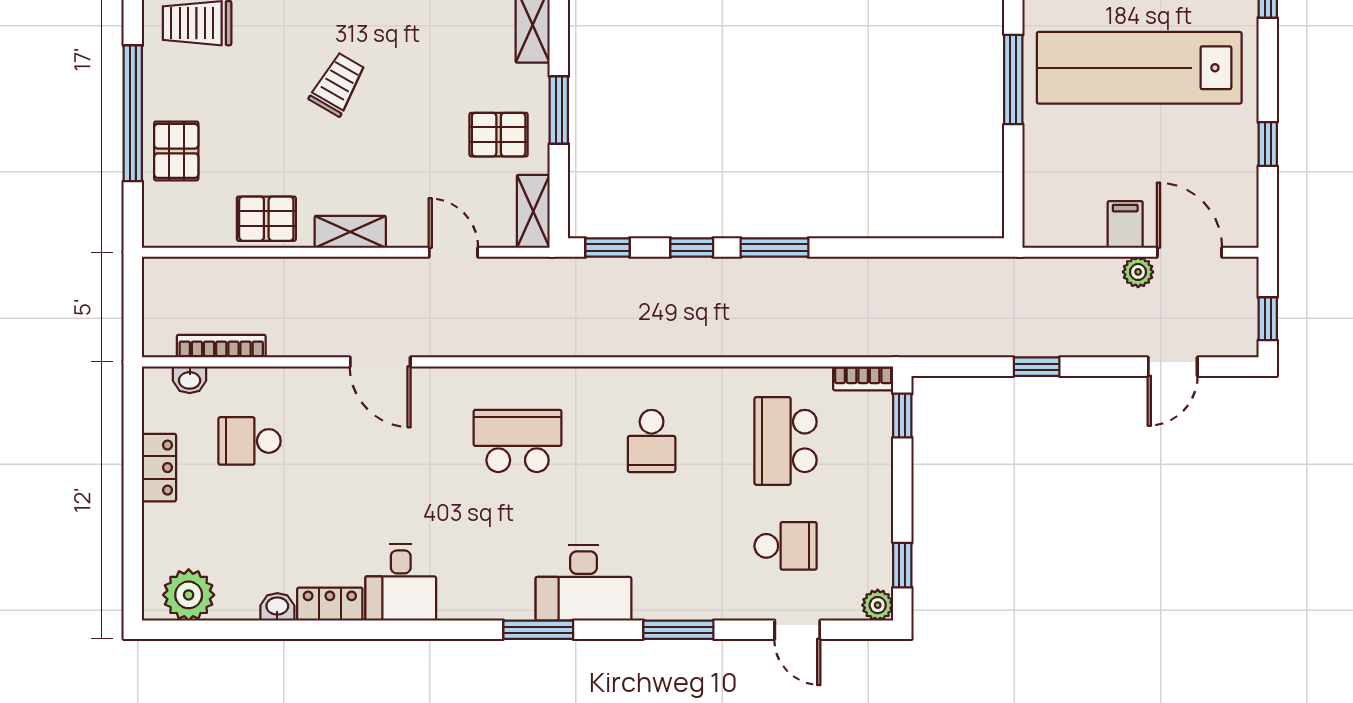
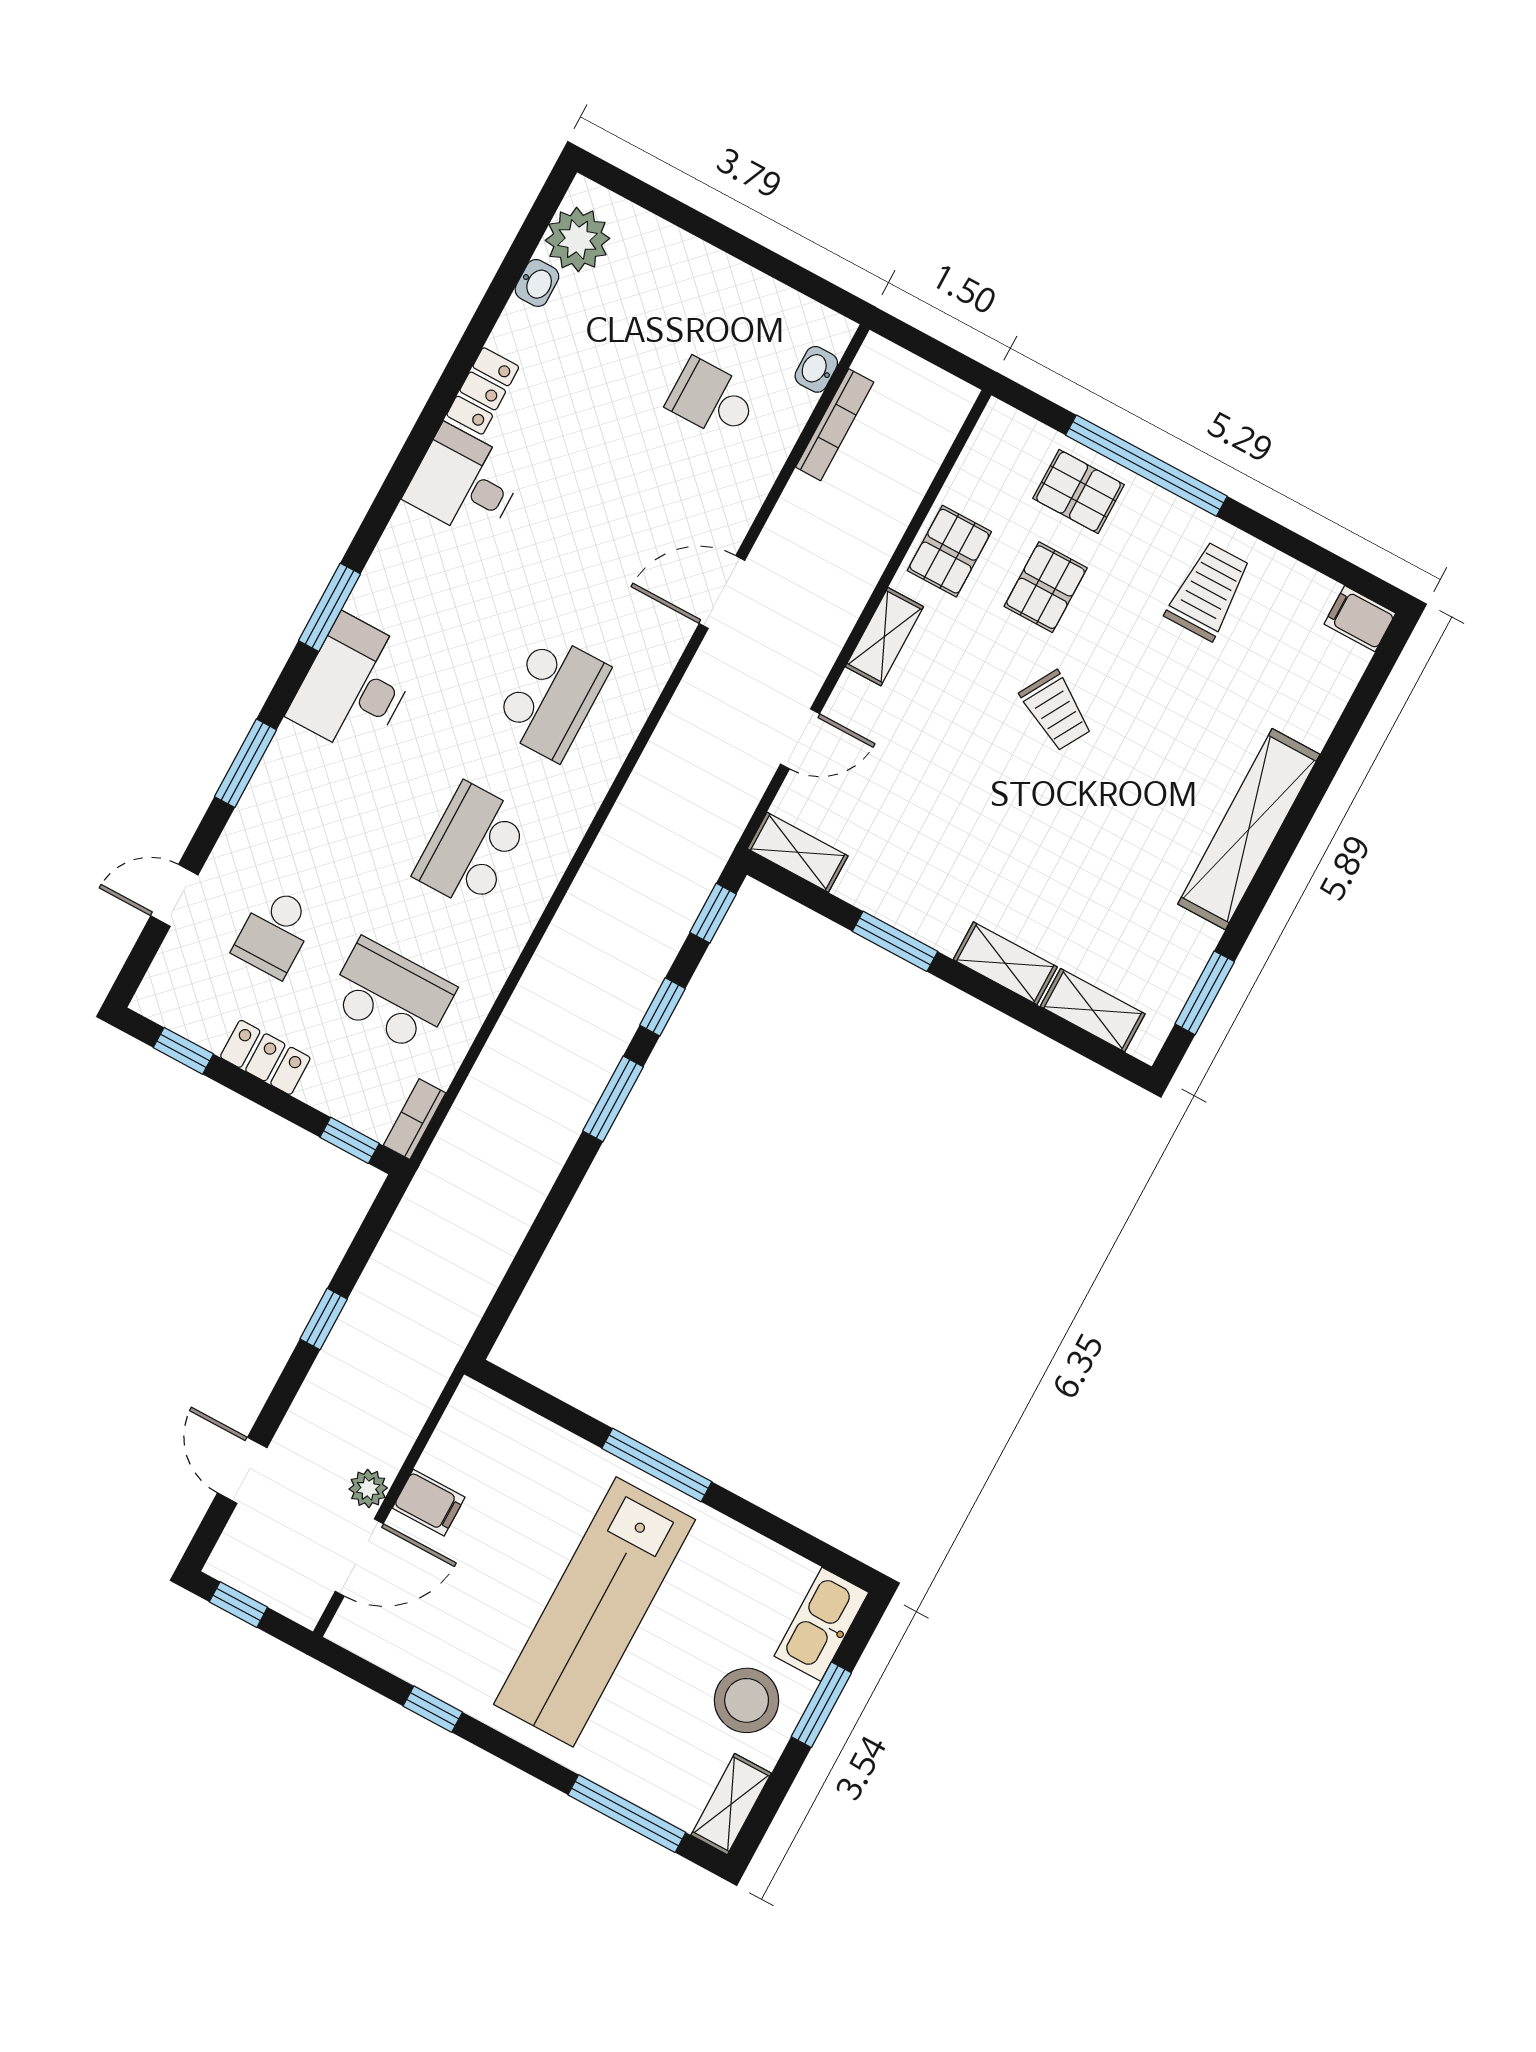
lab bench: (1139, 68) -> (595, 1612), turned 180
pallet: (499, 135) -> (1046, 587), moved
school desk: (250, 441) -> (712, 399), turned -90
school desk: (652, 441) -> (472, 846), width x1.85
locker: (159, 468) -> (265, 1057), moved, turned 180
plant: (878, 605) -> (154, 1000), removed
washbasin: (277, 607) -> (537, 283), moved

